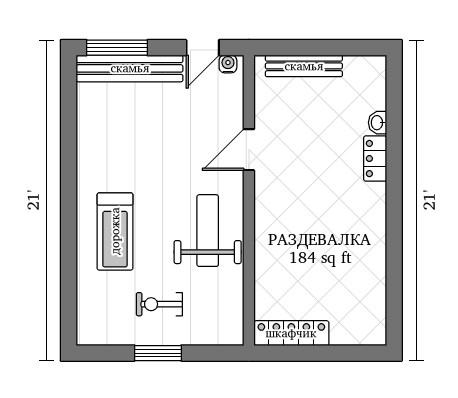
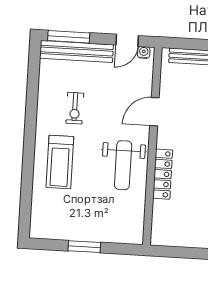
weight bench: (208, 231) -> (123, 165), turned 180
exercise bike: (159, 304) -> (75, 108), moved, turned -90
locker: (291, 333) -> (163, 174), moved, turned 90

